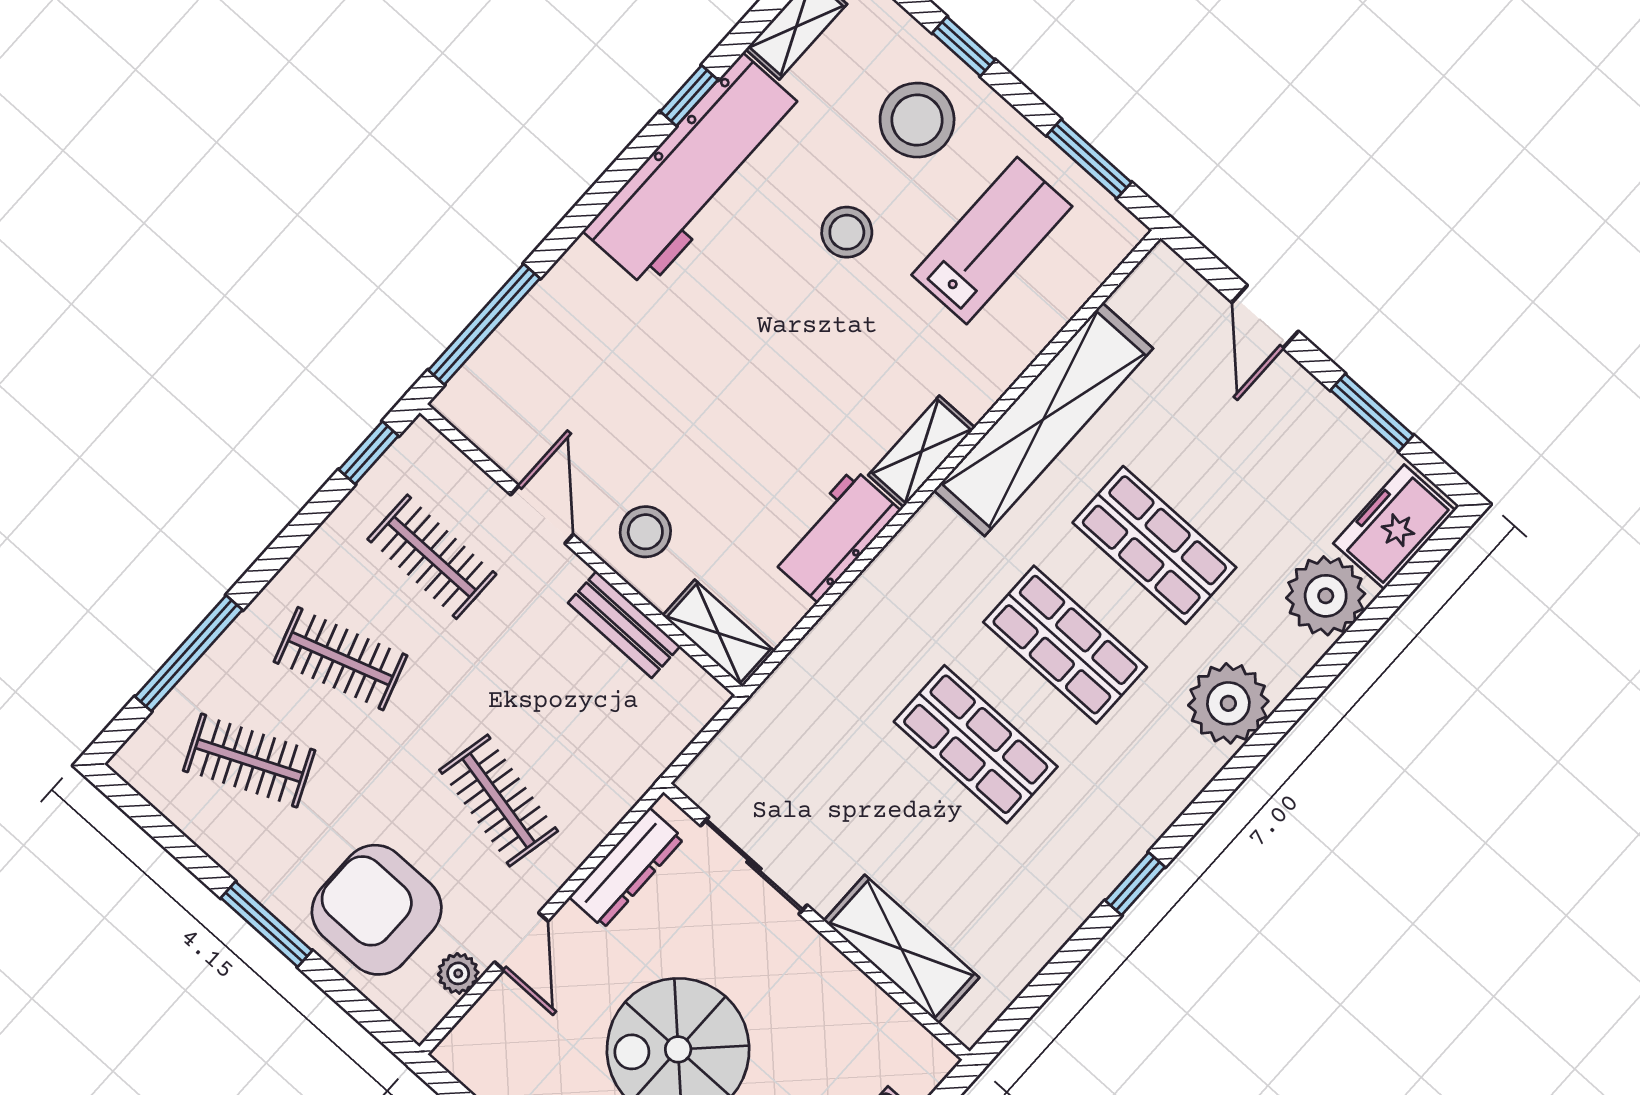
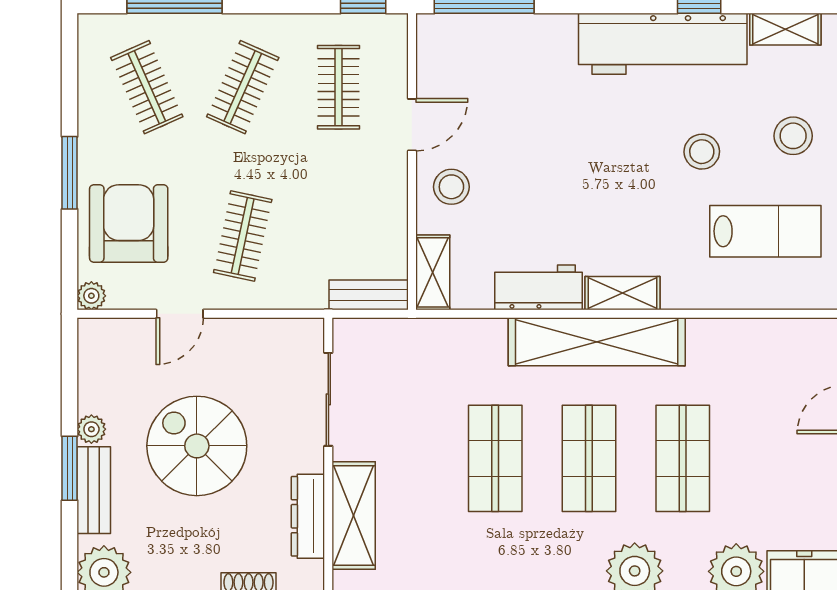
stool: (917, 120) -> (793, 136), width x0.73, depth x0.73
shelving: (1043, 419) -> (597, 342), moved
bench: (624, 625) -> (368, 295), moved, turned 90
clothes rail: (341, 659) -> (243, 87), turned 42
dresser: (626, 868) -> (308, 516), moved, turned 90
plant: (458, 973) -> (91, 296), moved

